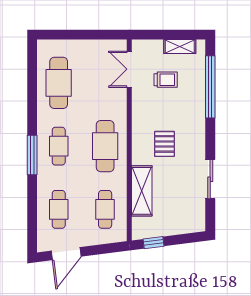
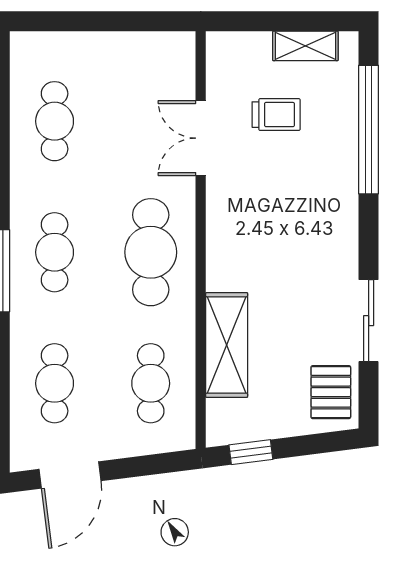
double door: (129, 69) -> (201, 138), moved
cafe table: (59, 83) -> (55, 121), width x0.73, depth x0.74
pallet: (164, 144) -> (331, 392), moved

